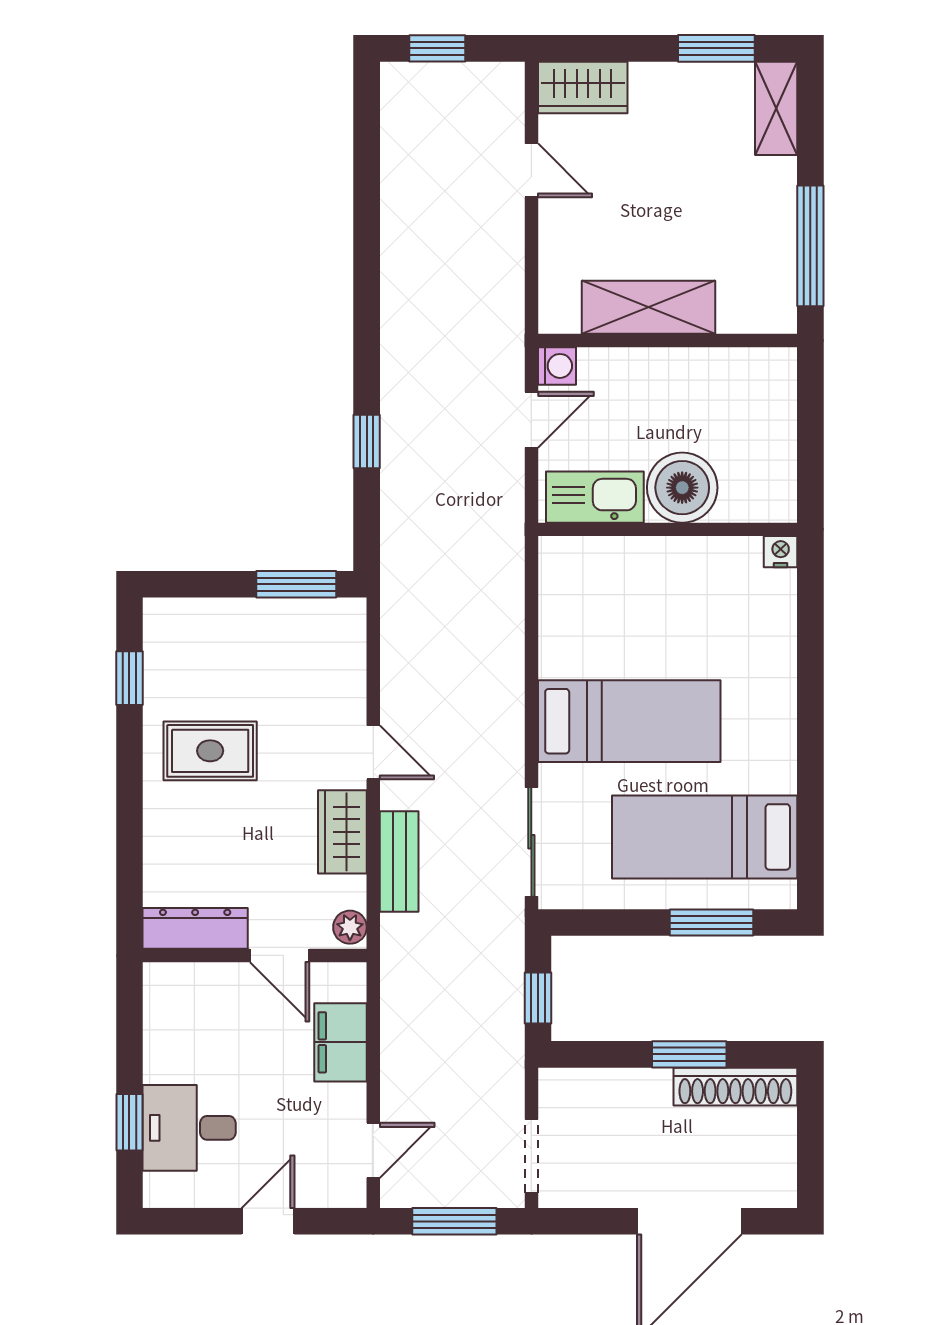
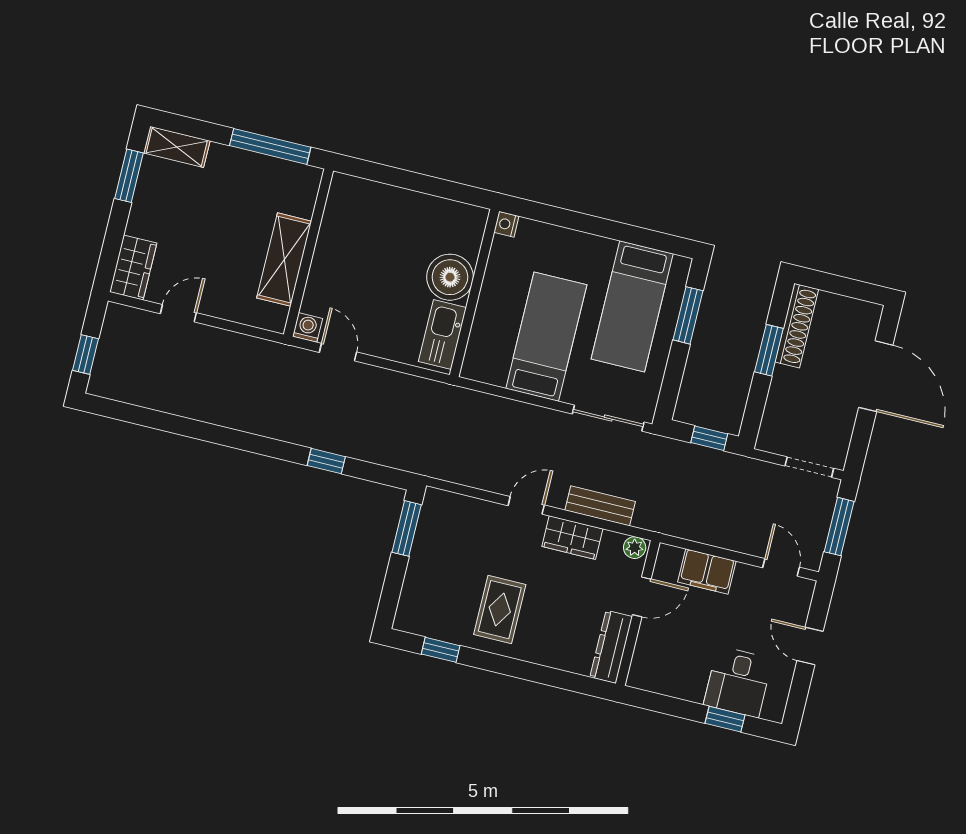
boiler: (682, 488) -> (450, 277), moved
kitchen sink: (595, 497) -> (442, 335), moved
wall: (668, 529) -> (474, 293), moved
nightstand: (781, 552) -> (506, 224), moved

